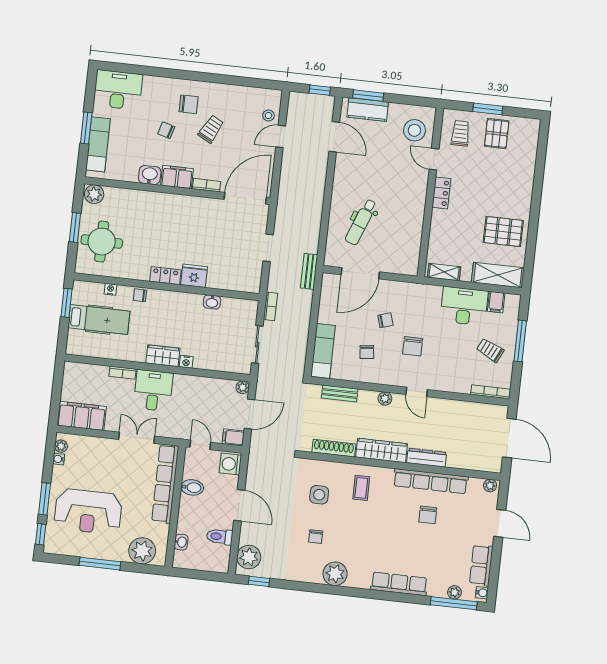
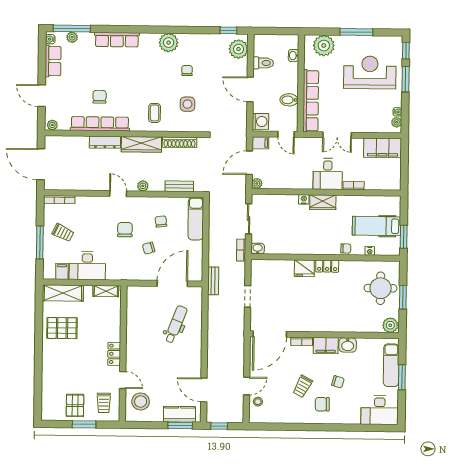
washbasin: (212, 302) -> (258, 249), moved

